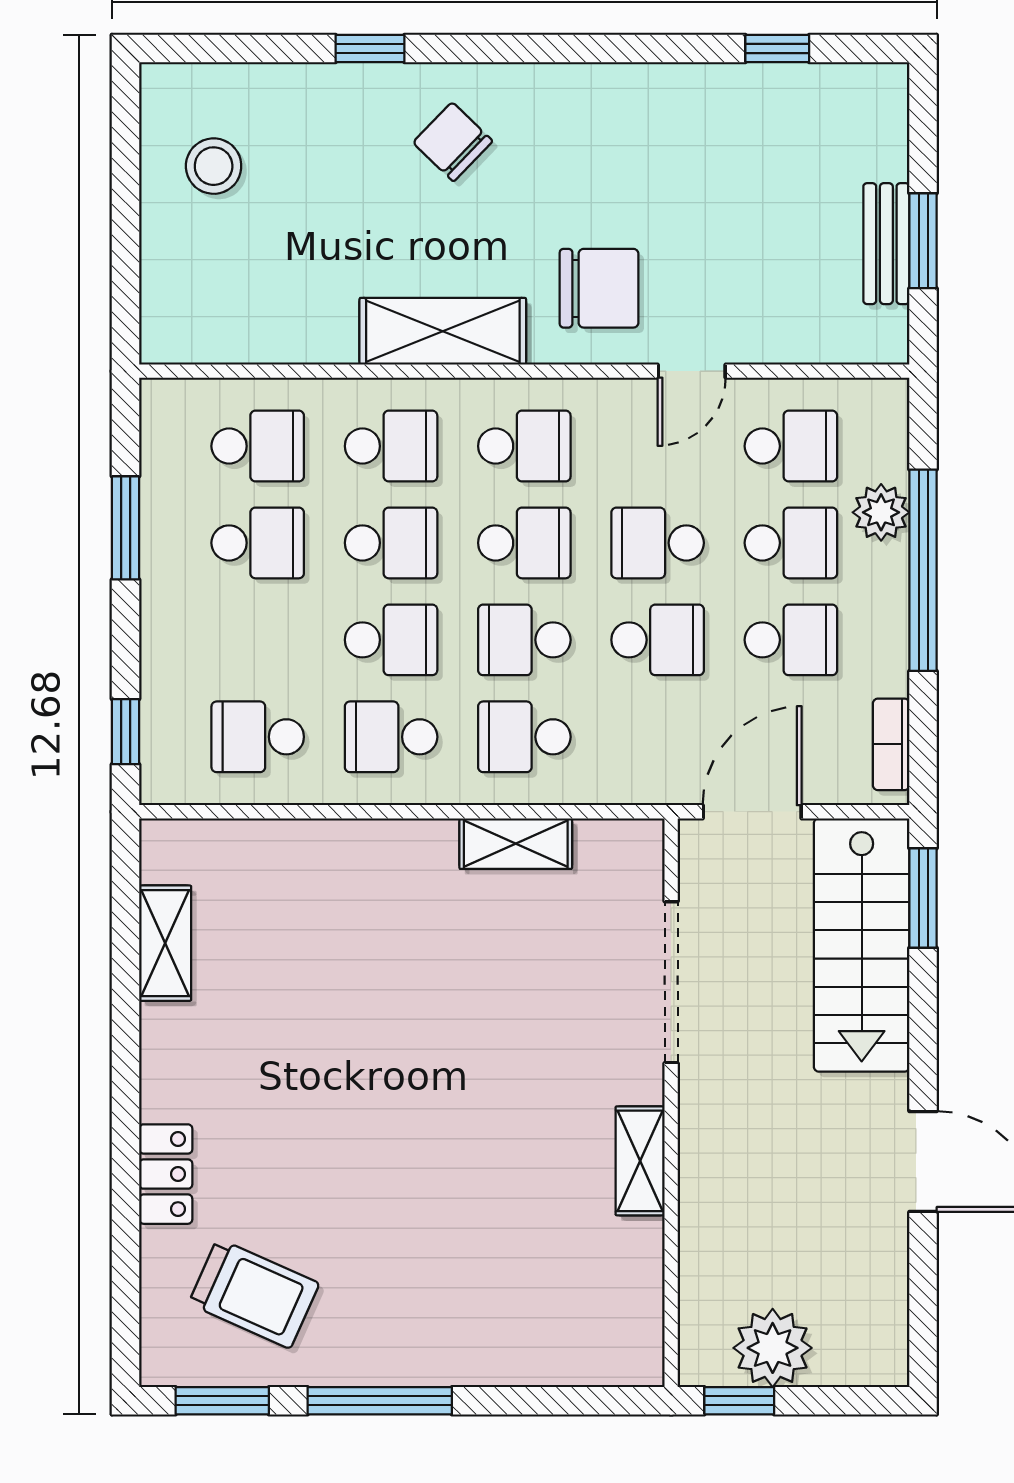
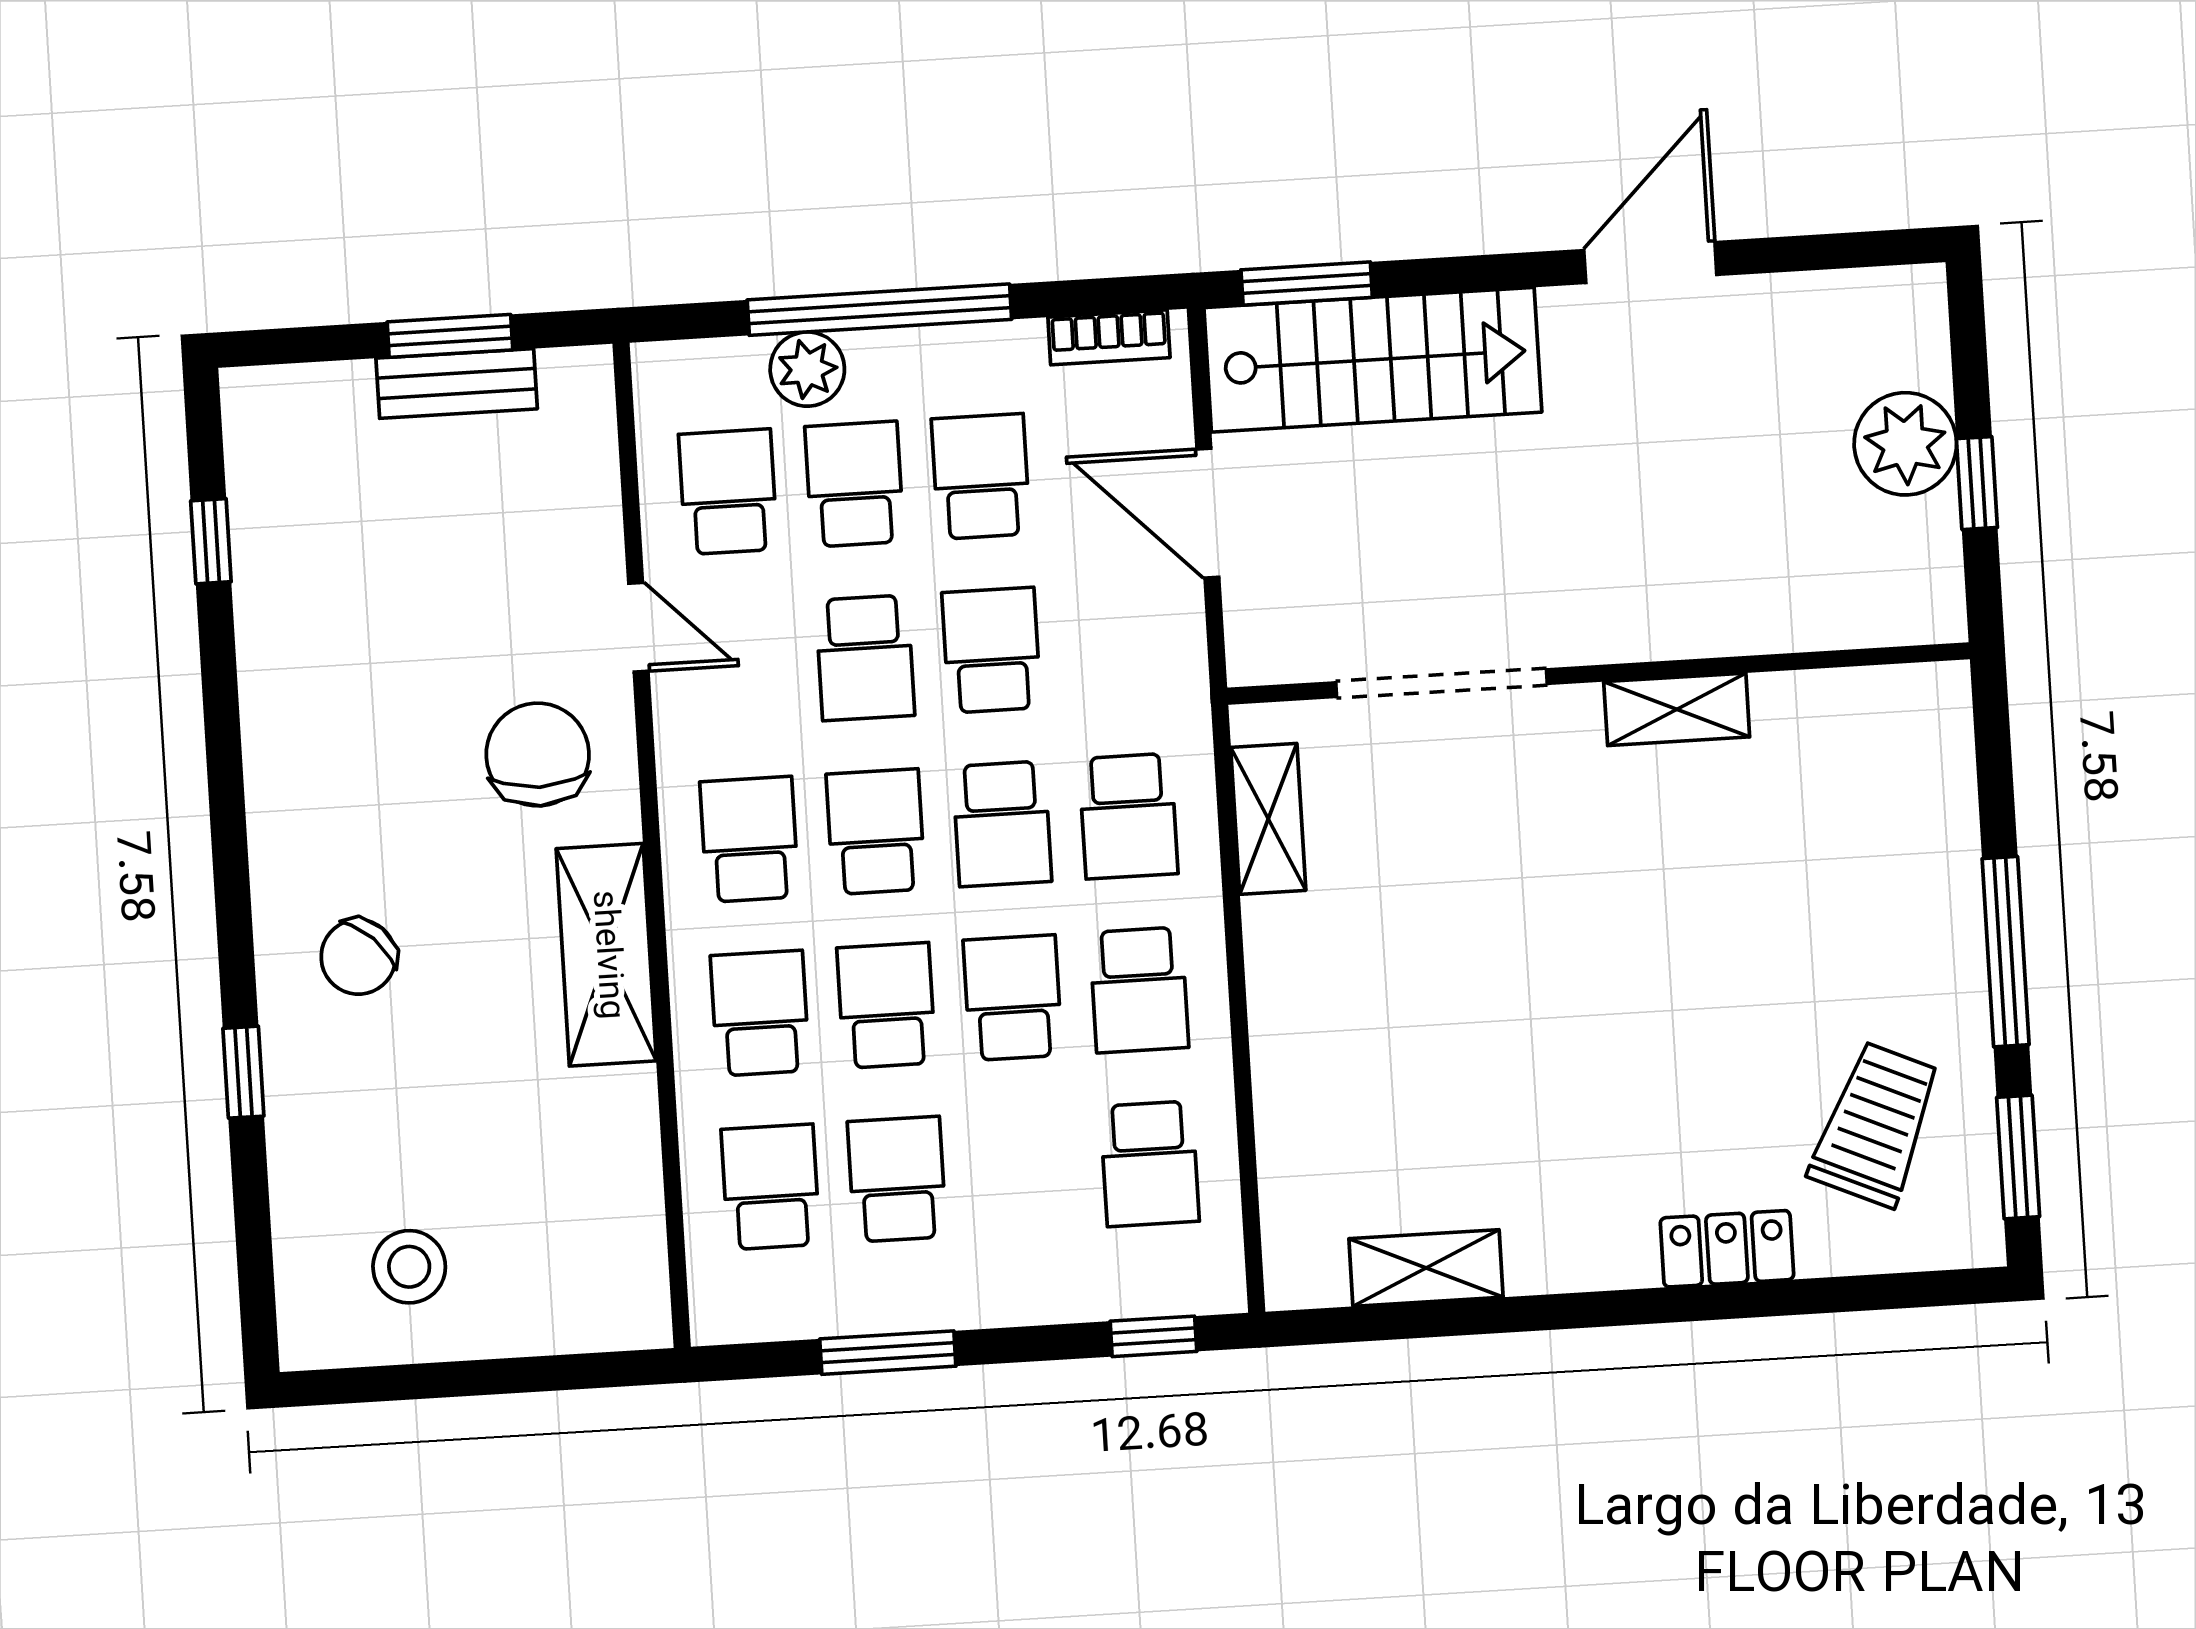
doorway: (671, 982) -> (1441, 683), moved
wall: (671, 1103) -> (1598, 674), moved
shelving: (640, 1161) -> (1677, 709), moved

